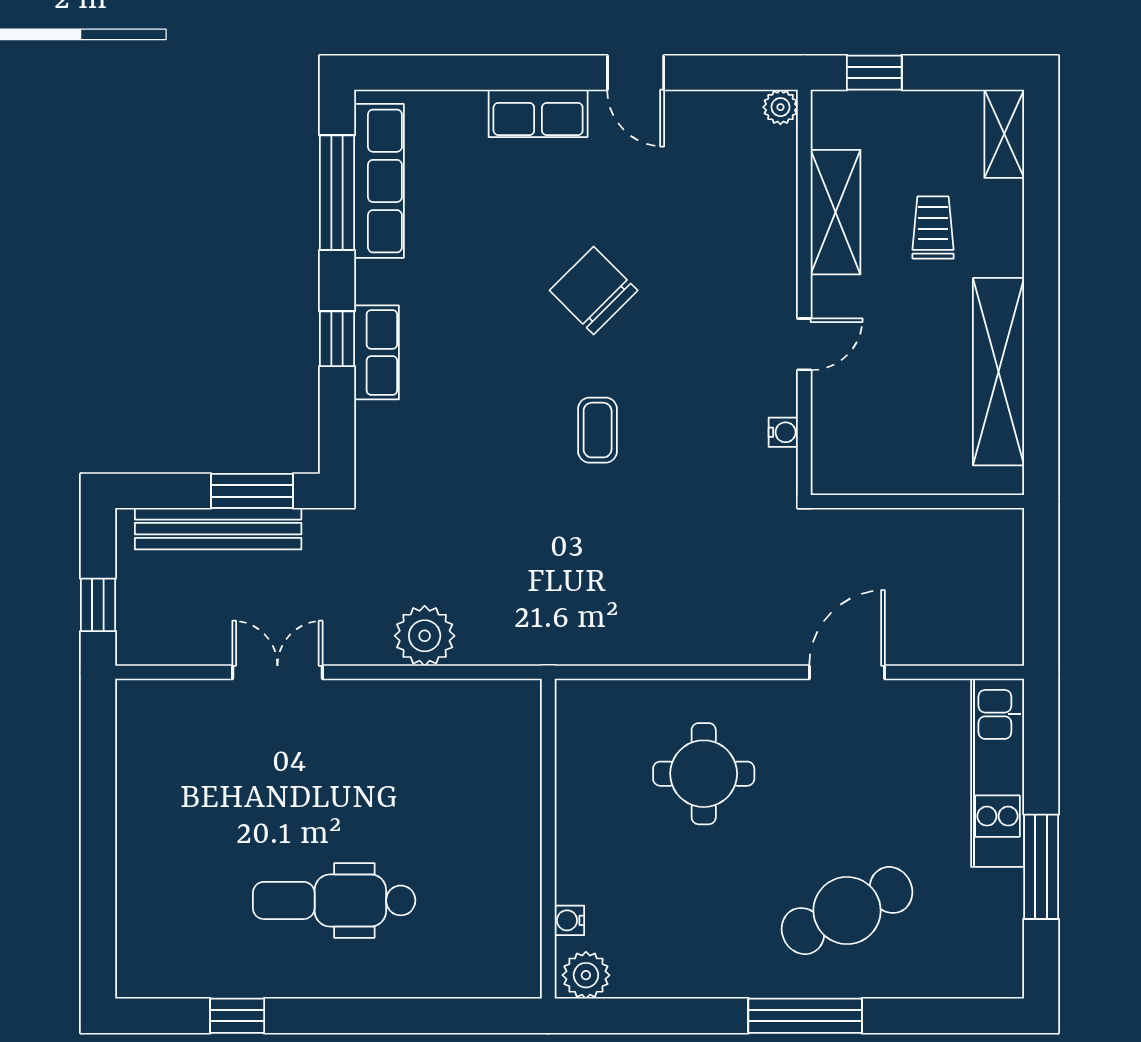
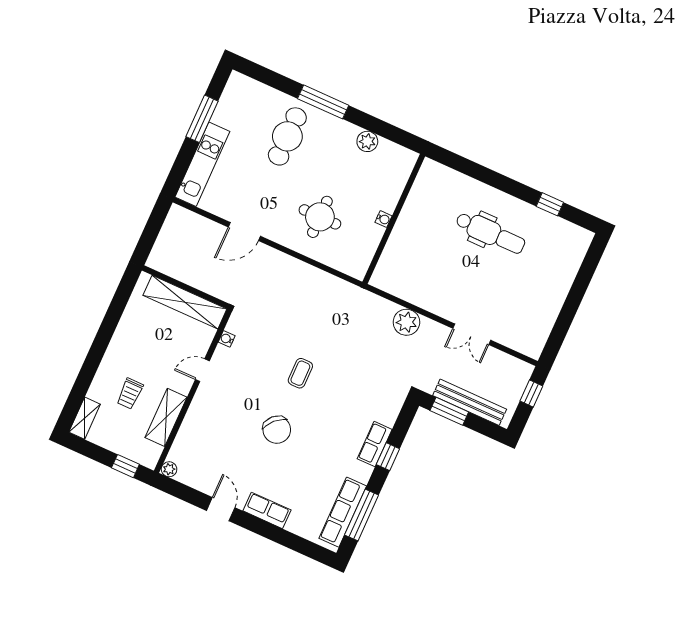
shelving: (998, 372) -> (185, 302), moved, turned 90
cafe table: (847, 911) -> (287, 136), turned -65
water cooler: (569, 920) -> (383, 219), moved
plant: (586, 975) -> (367, 141), moved

